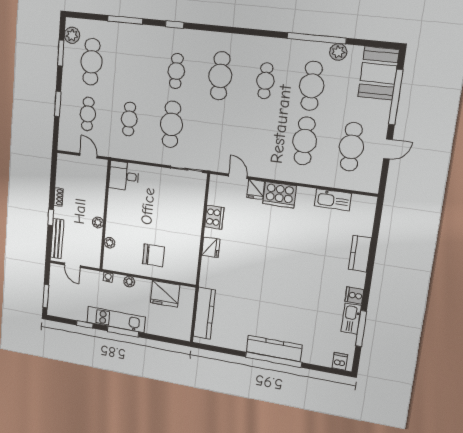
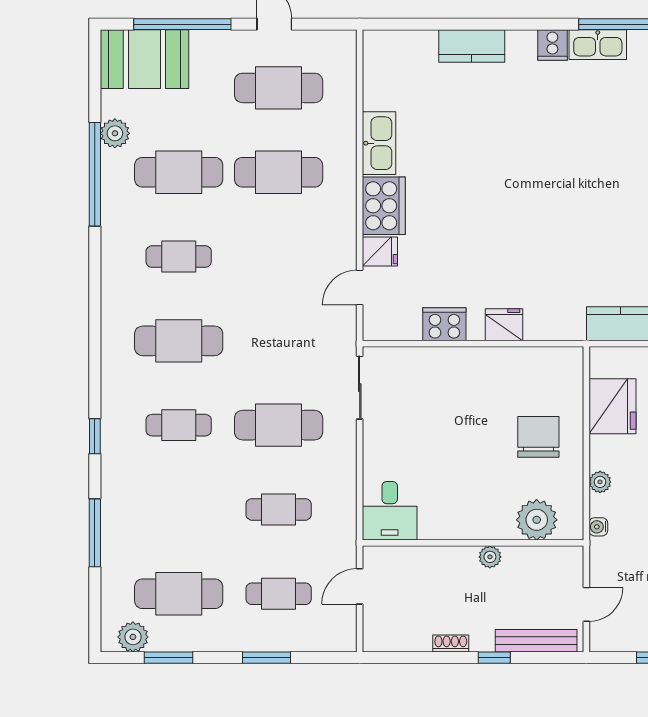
kitchen sink: (333, 200) -> (379, 143), moved
plant: (110, 243) -> (537, 520), width x1.87, depth x1.87

